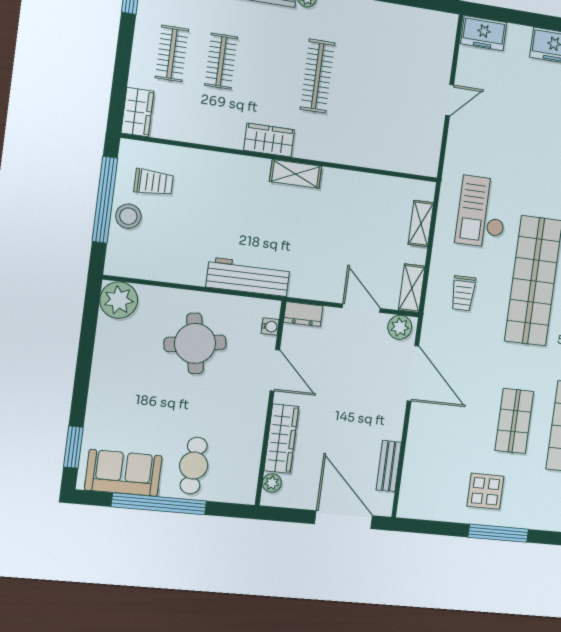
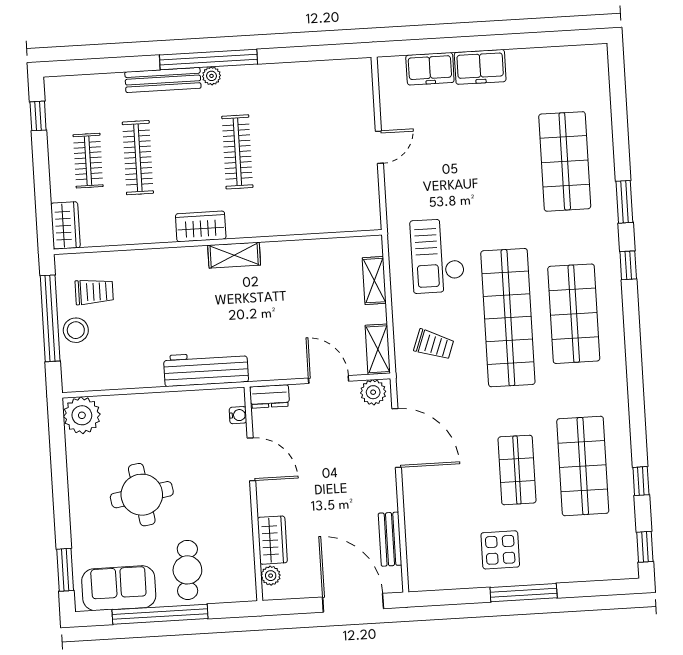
freezer: (484, 33) -> (430, 69), moved
clothes rail: (221, 61) -> (138, 158), width x1.36
trolley: (463, 293) -> (434, 345), turned -70
round table: (195, 343) -> (142, 495), moved
wardrobe: (281, 439) -> (272, 540), width x0.67

